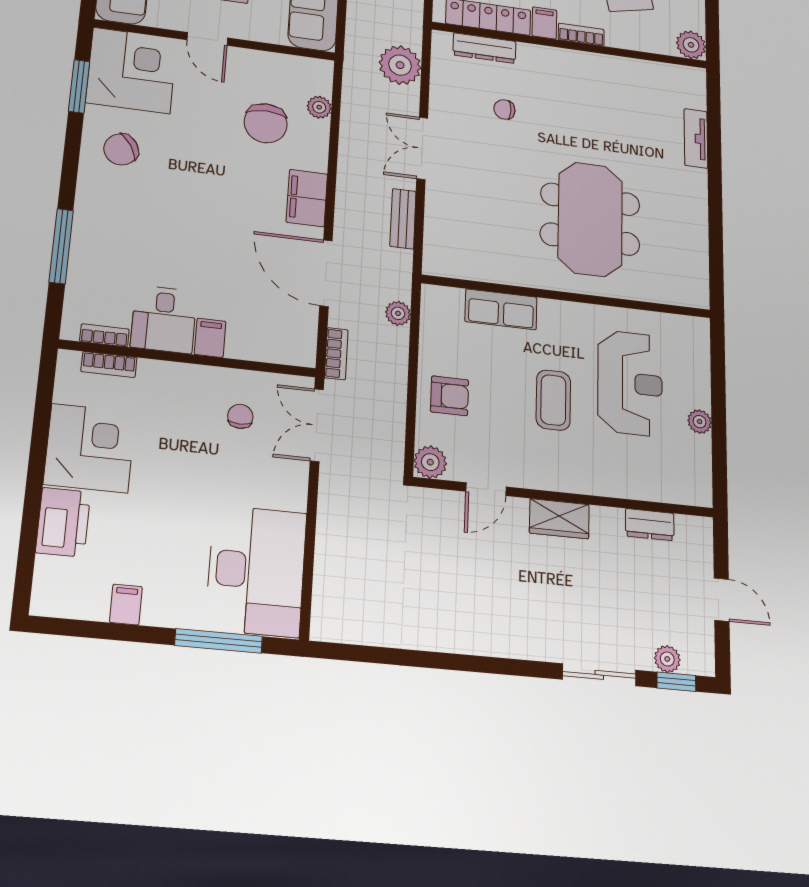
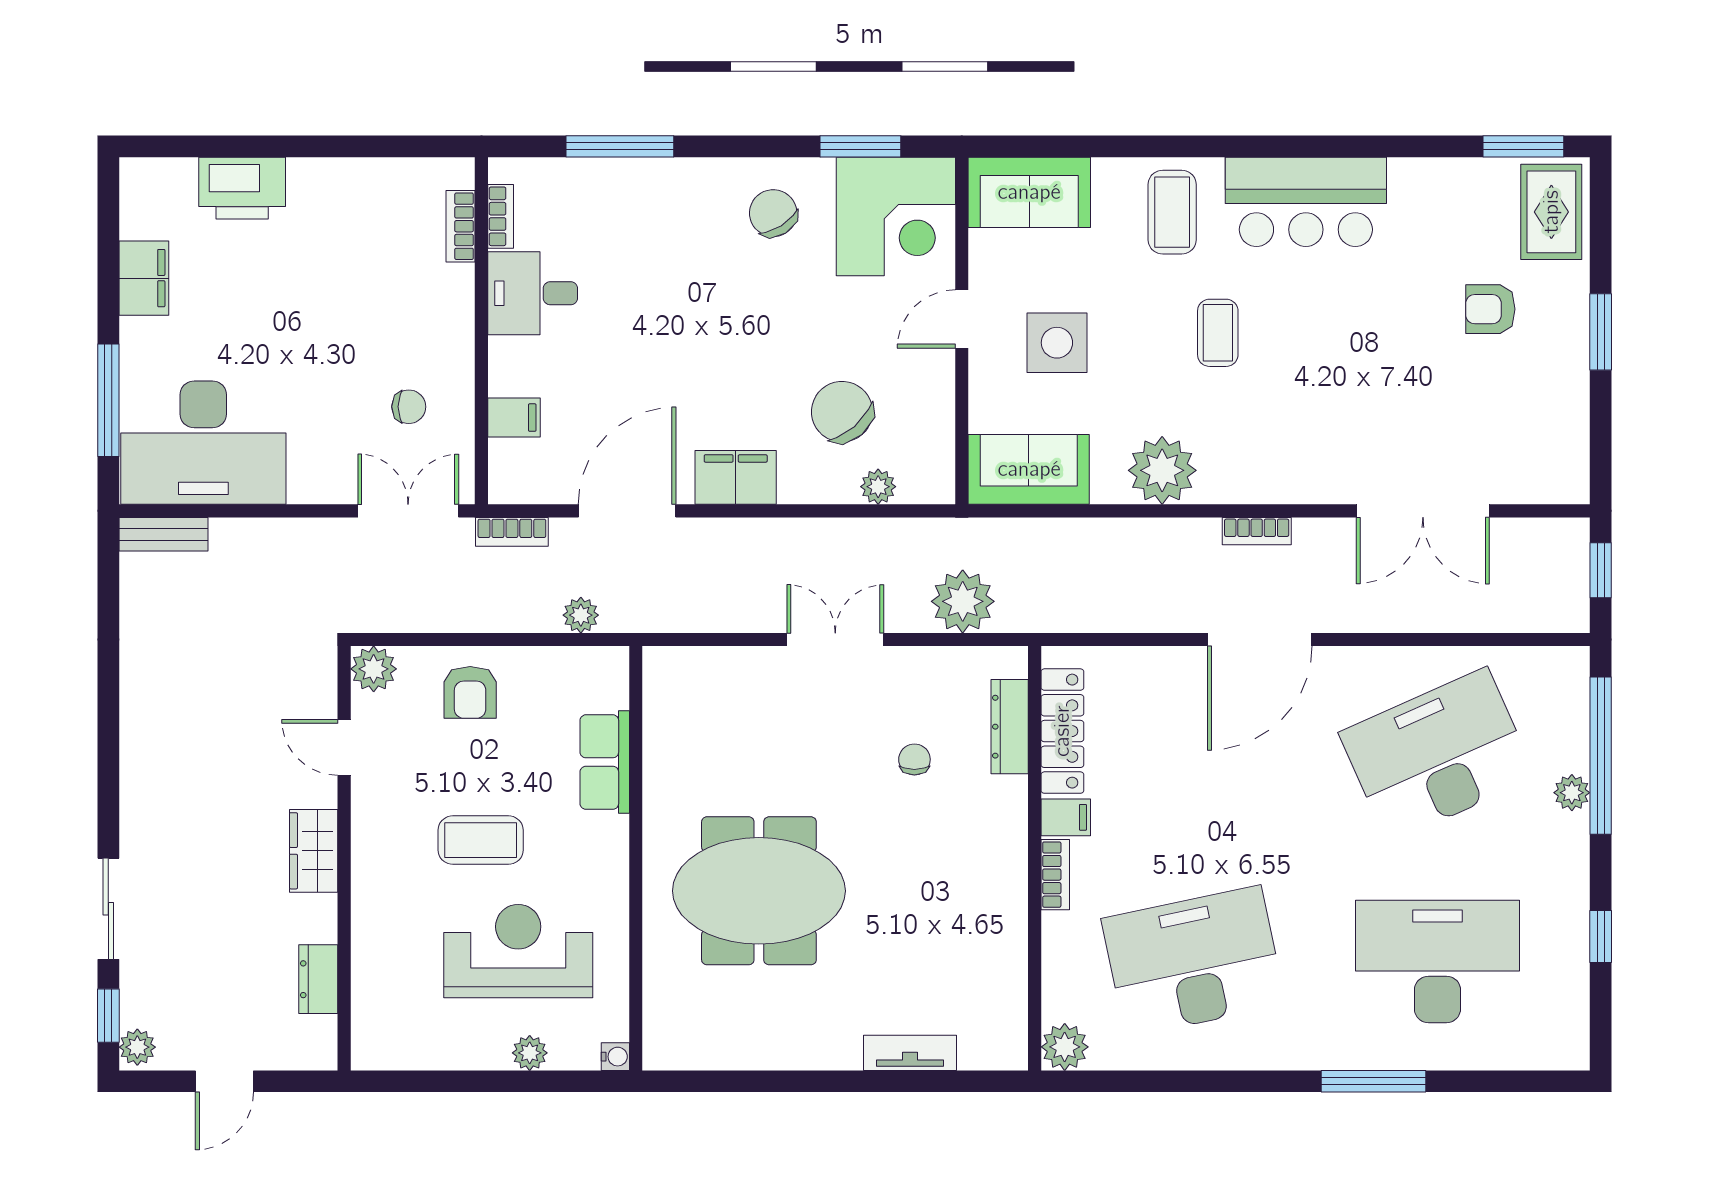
chair: (266, 123) -> (842, 412), turned 49
bench: (403, 219) -> (163, 534), moved
water cooler: (701, 326) -> (615, 1057), added
filing cabinet: (210, 338) -> (514, 418), moved
reception desk: (630, 383) -> (518, 951), turned 180
plant: (700, 422) -> (530, 1053), moved
corner desk: (90, 448) -> (344, 212), removed
filing cabinet: (126, 604) -> (144, 278), width x2.00
plant: (667, 659) -> (137, 1047), moved

